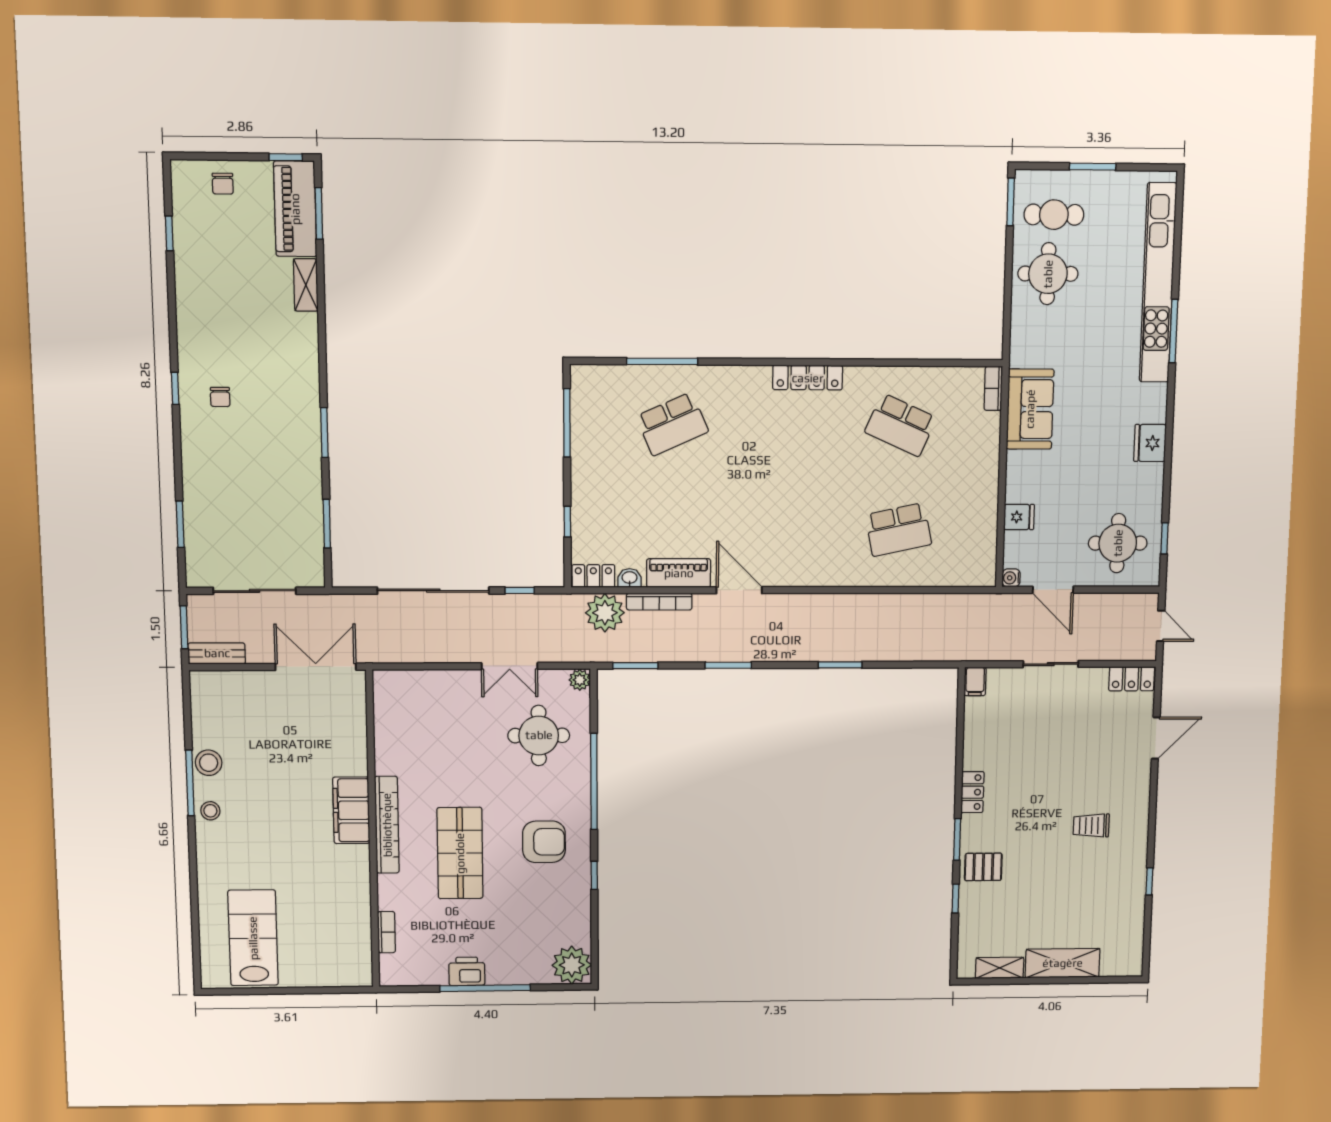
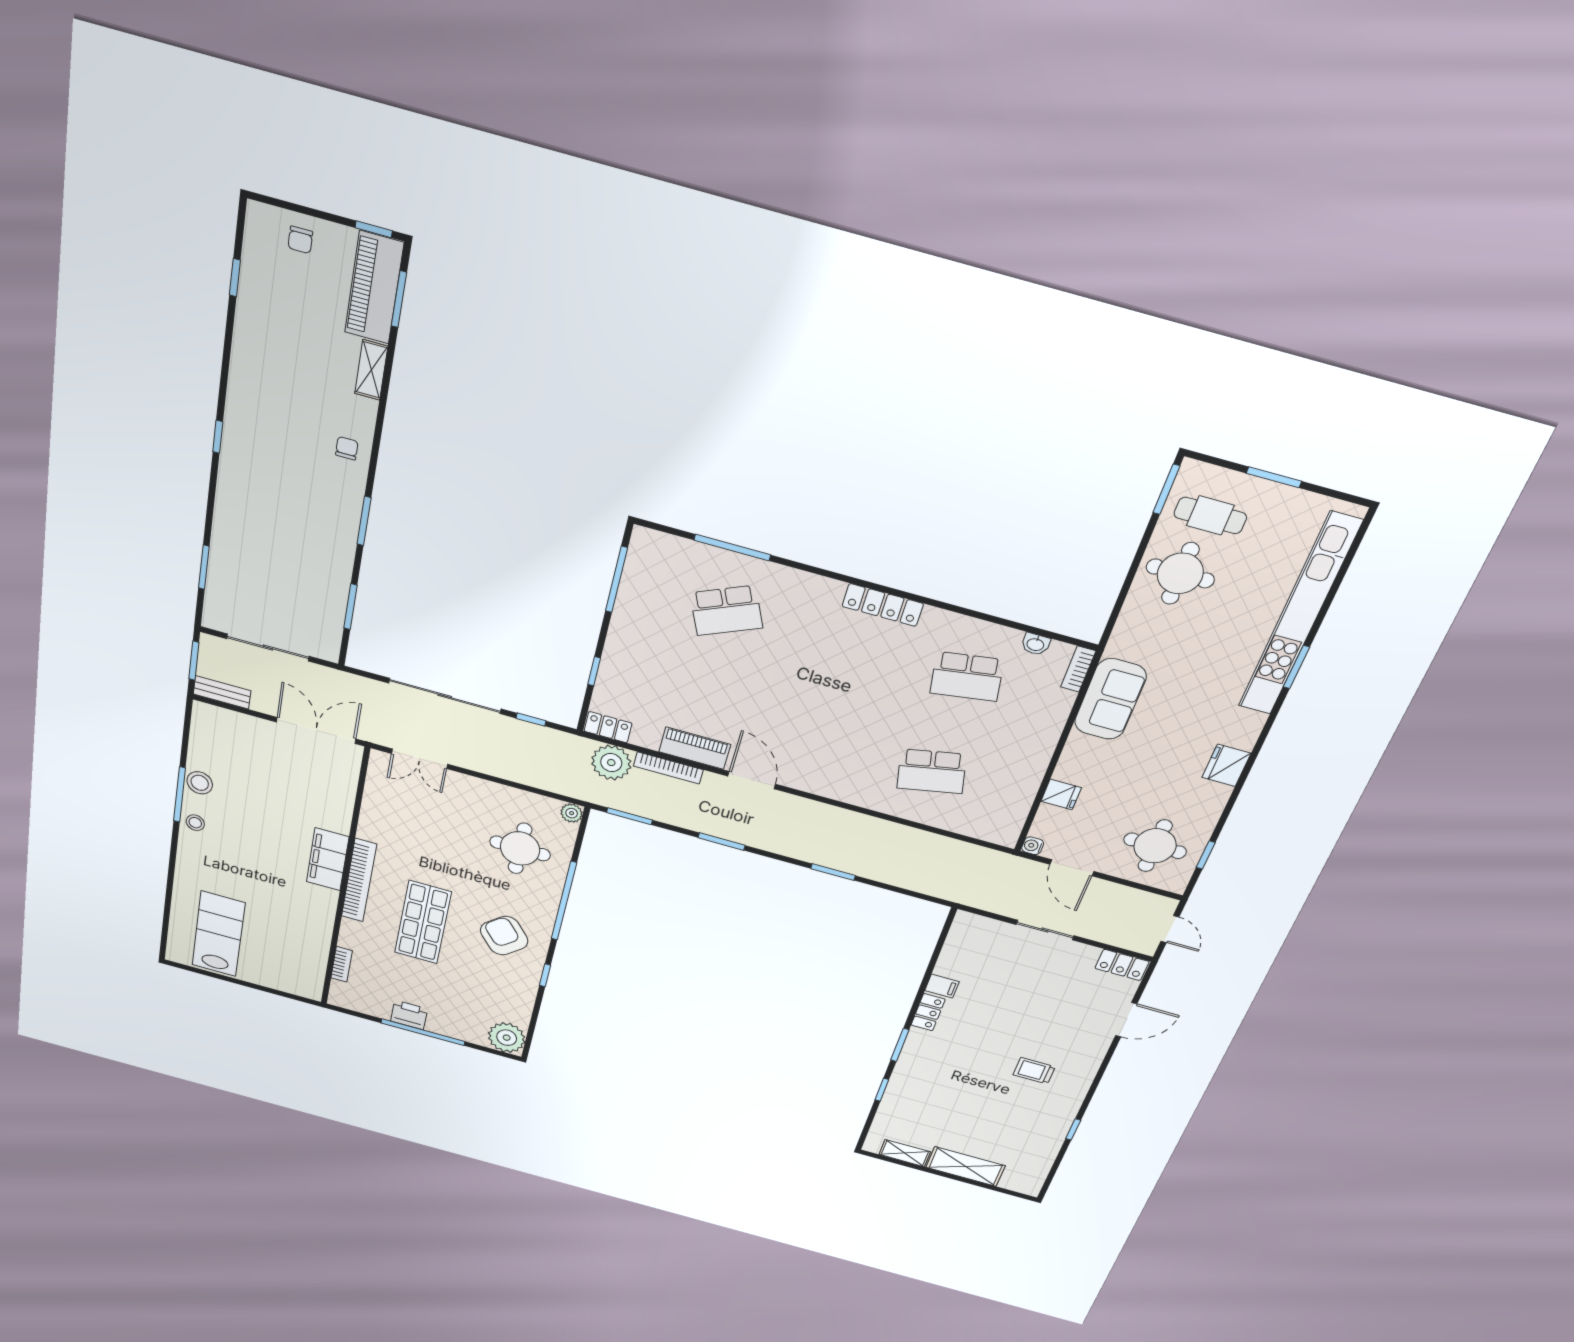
window: (1174, 331) -> (1296, 667), width x0.69
chair: (220, 397) -> (347, 448), moved, turned 180
school desk: (901, 425) -> (967, 676), turned -33
washbasin: (630, 578) -> (1036, 644), moved, turned 180
double door: (510, 666) -> (419, 759), moved
filing cabinet: (975, 682) -> (942, 986), moved, turned -90
armchair: (544, 842) -> (504, 936), turned -130
pallet: (983, 867) -> (917, 1073), removed

